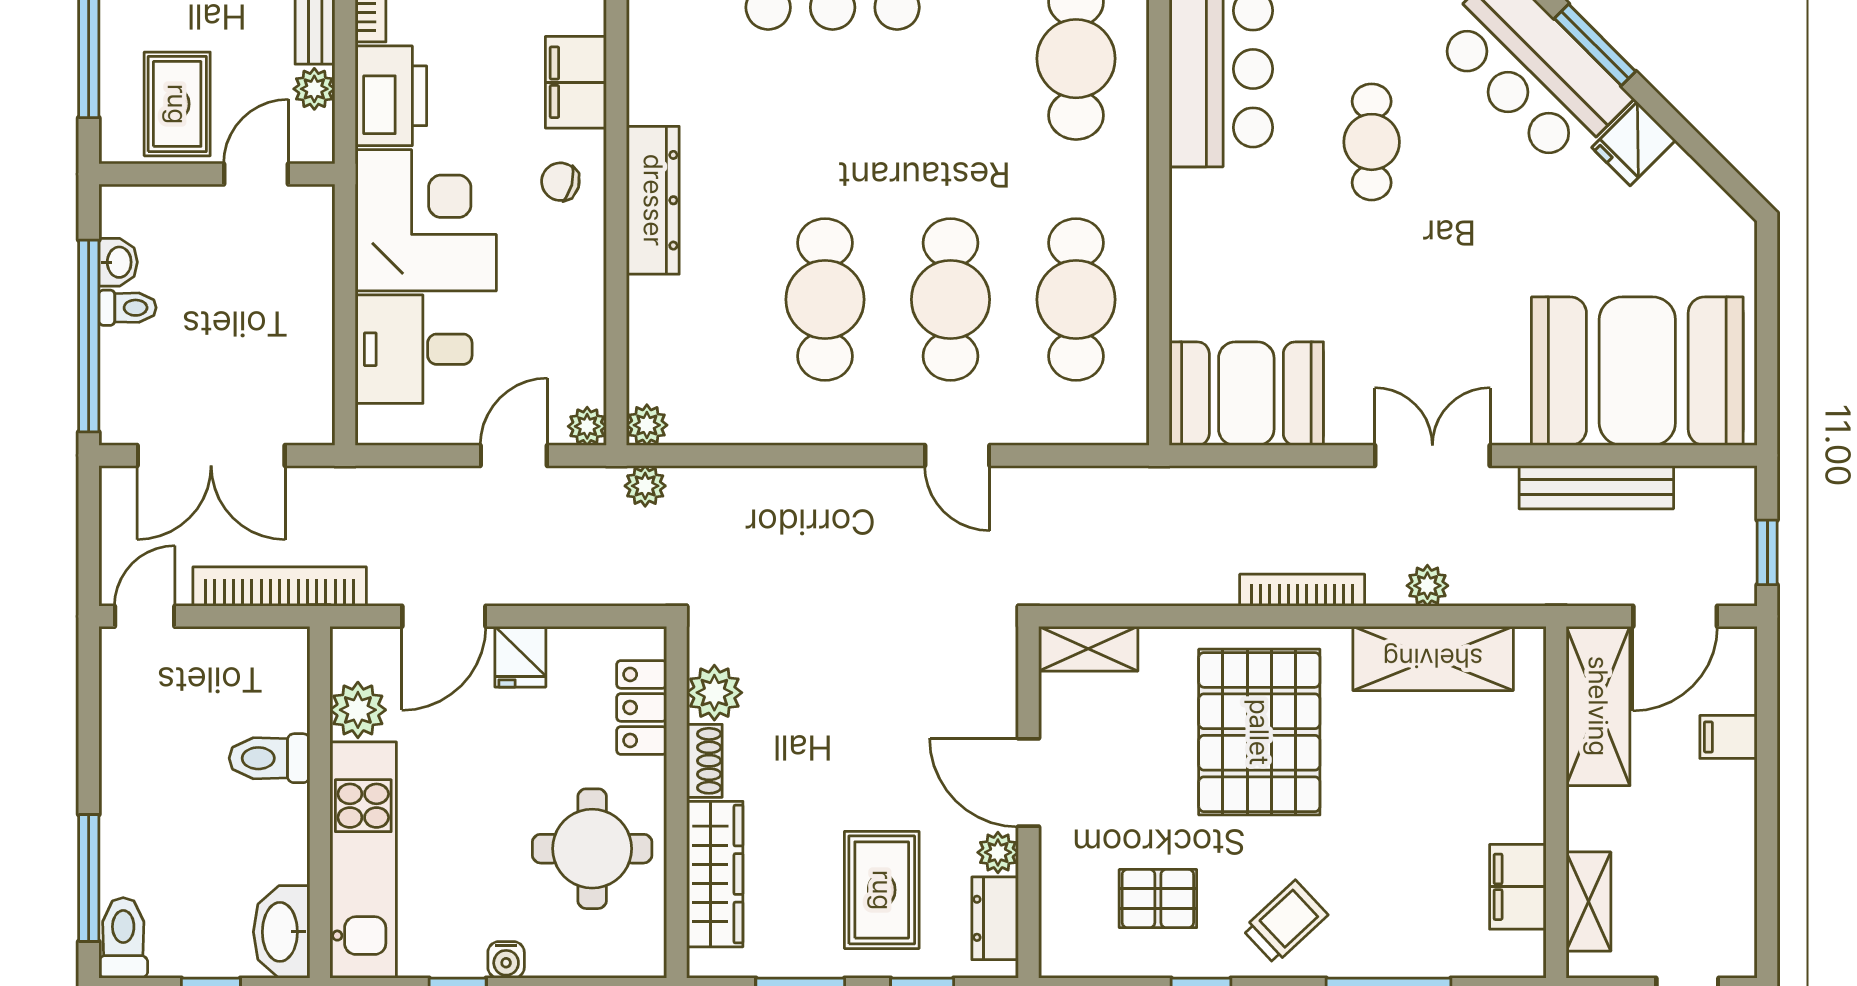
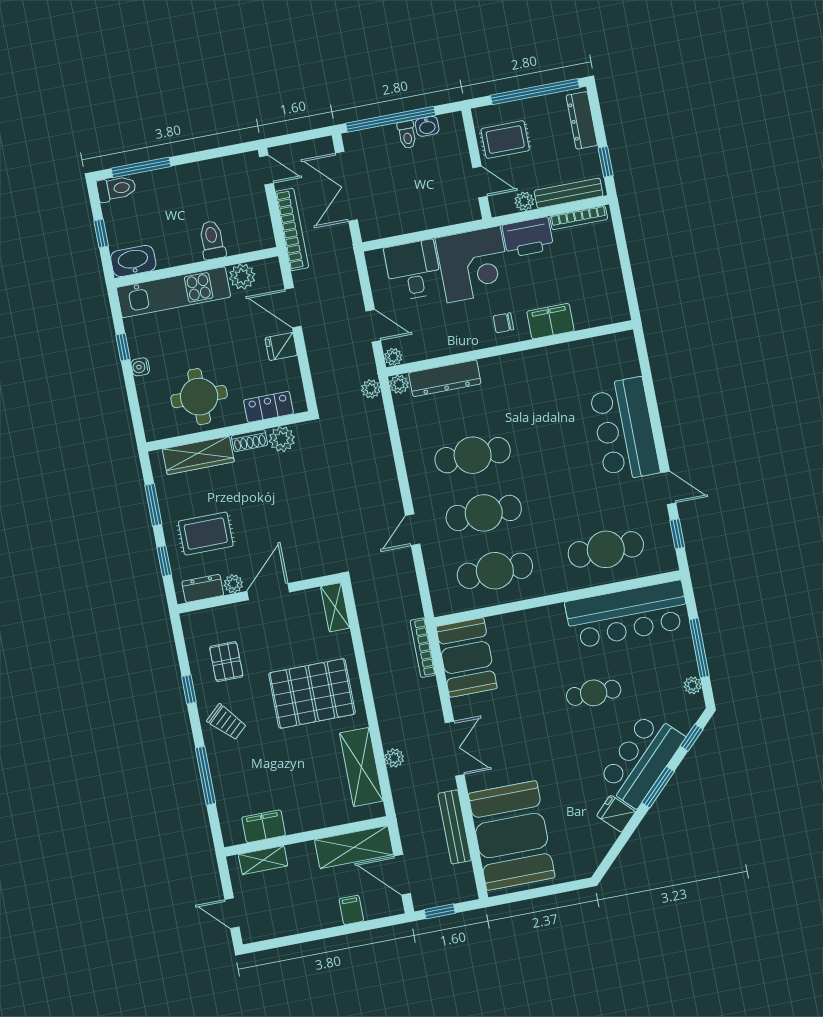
chair: (560, 182) -> (503, 323), turned -105
dresser: (653, 200) -> (445, 378), moved
bookcase: (1302, 590) -> (423, 648), moved, turned 180

